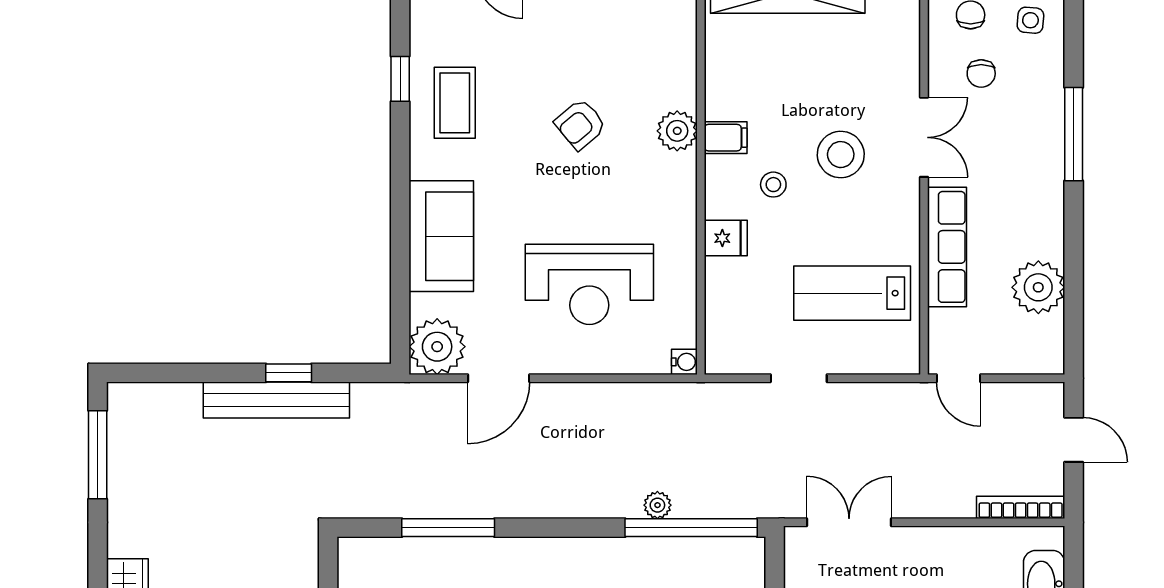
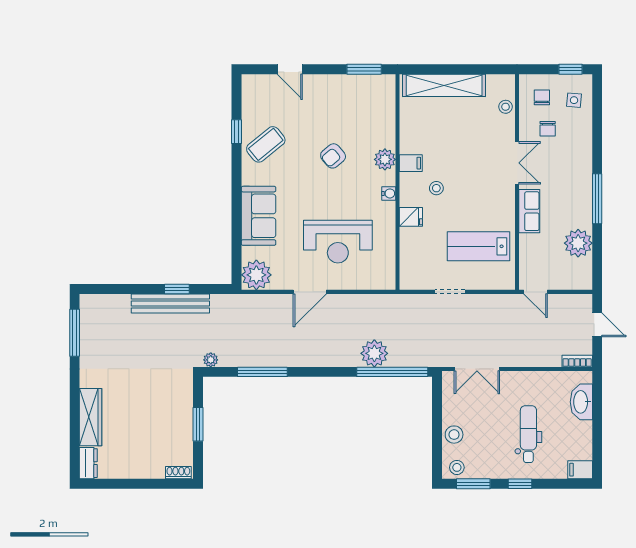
coffee table: (455, 103) -> (266, 144), turned 51
window: (1074, 134) -> (597, 199), moved
stool: (841, 155) -> (506, 107), moved, width x0.53, depth x0.53
row of seats: (947, 247) -> (529, 211), width x0.68
water cooler: (684, 362) -> (389, 193), moved
door: (499, 378) -> (310, 292), moved
plant: (352, 505) -> (211, 360), added
plant: (657, 505) -> (374, 353), width x1.88, depth x1.88
bookcase: (1021, 507) -> (577, 361), width x0.64
double door: (849, 522) -> (477, 369), swing flipped

